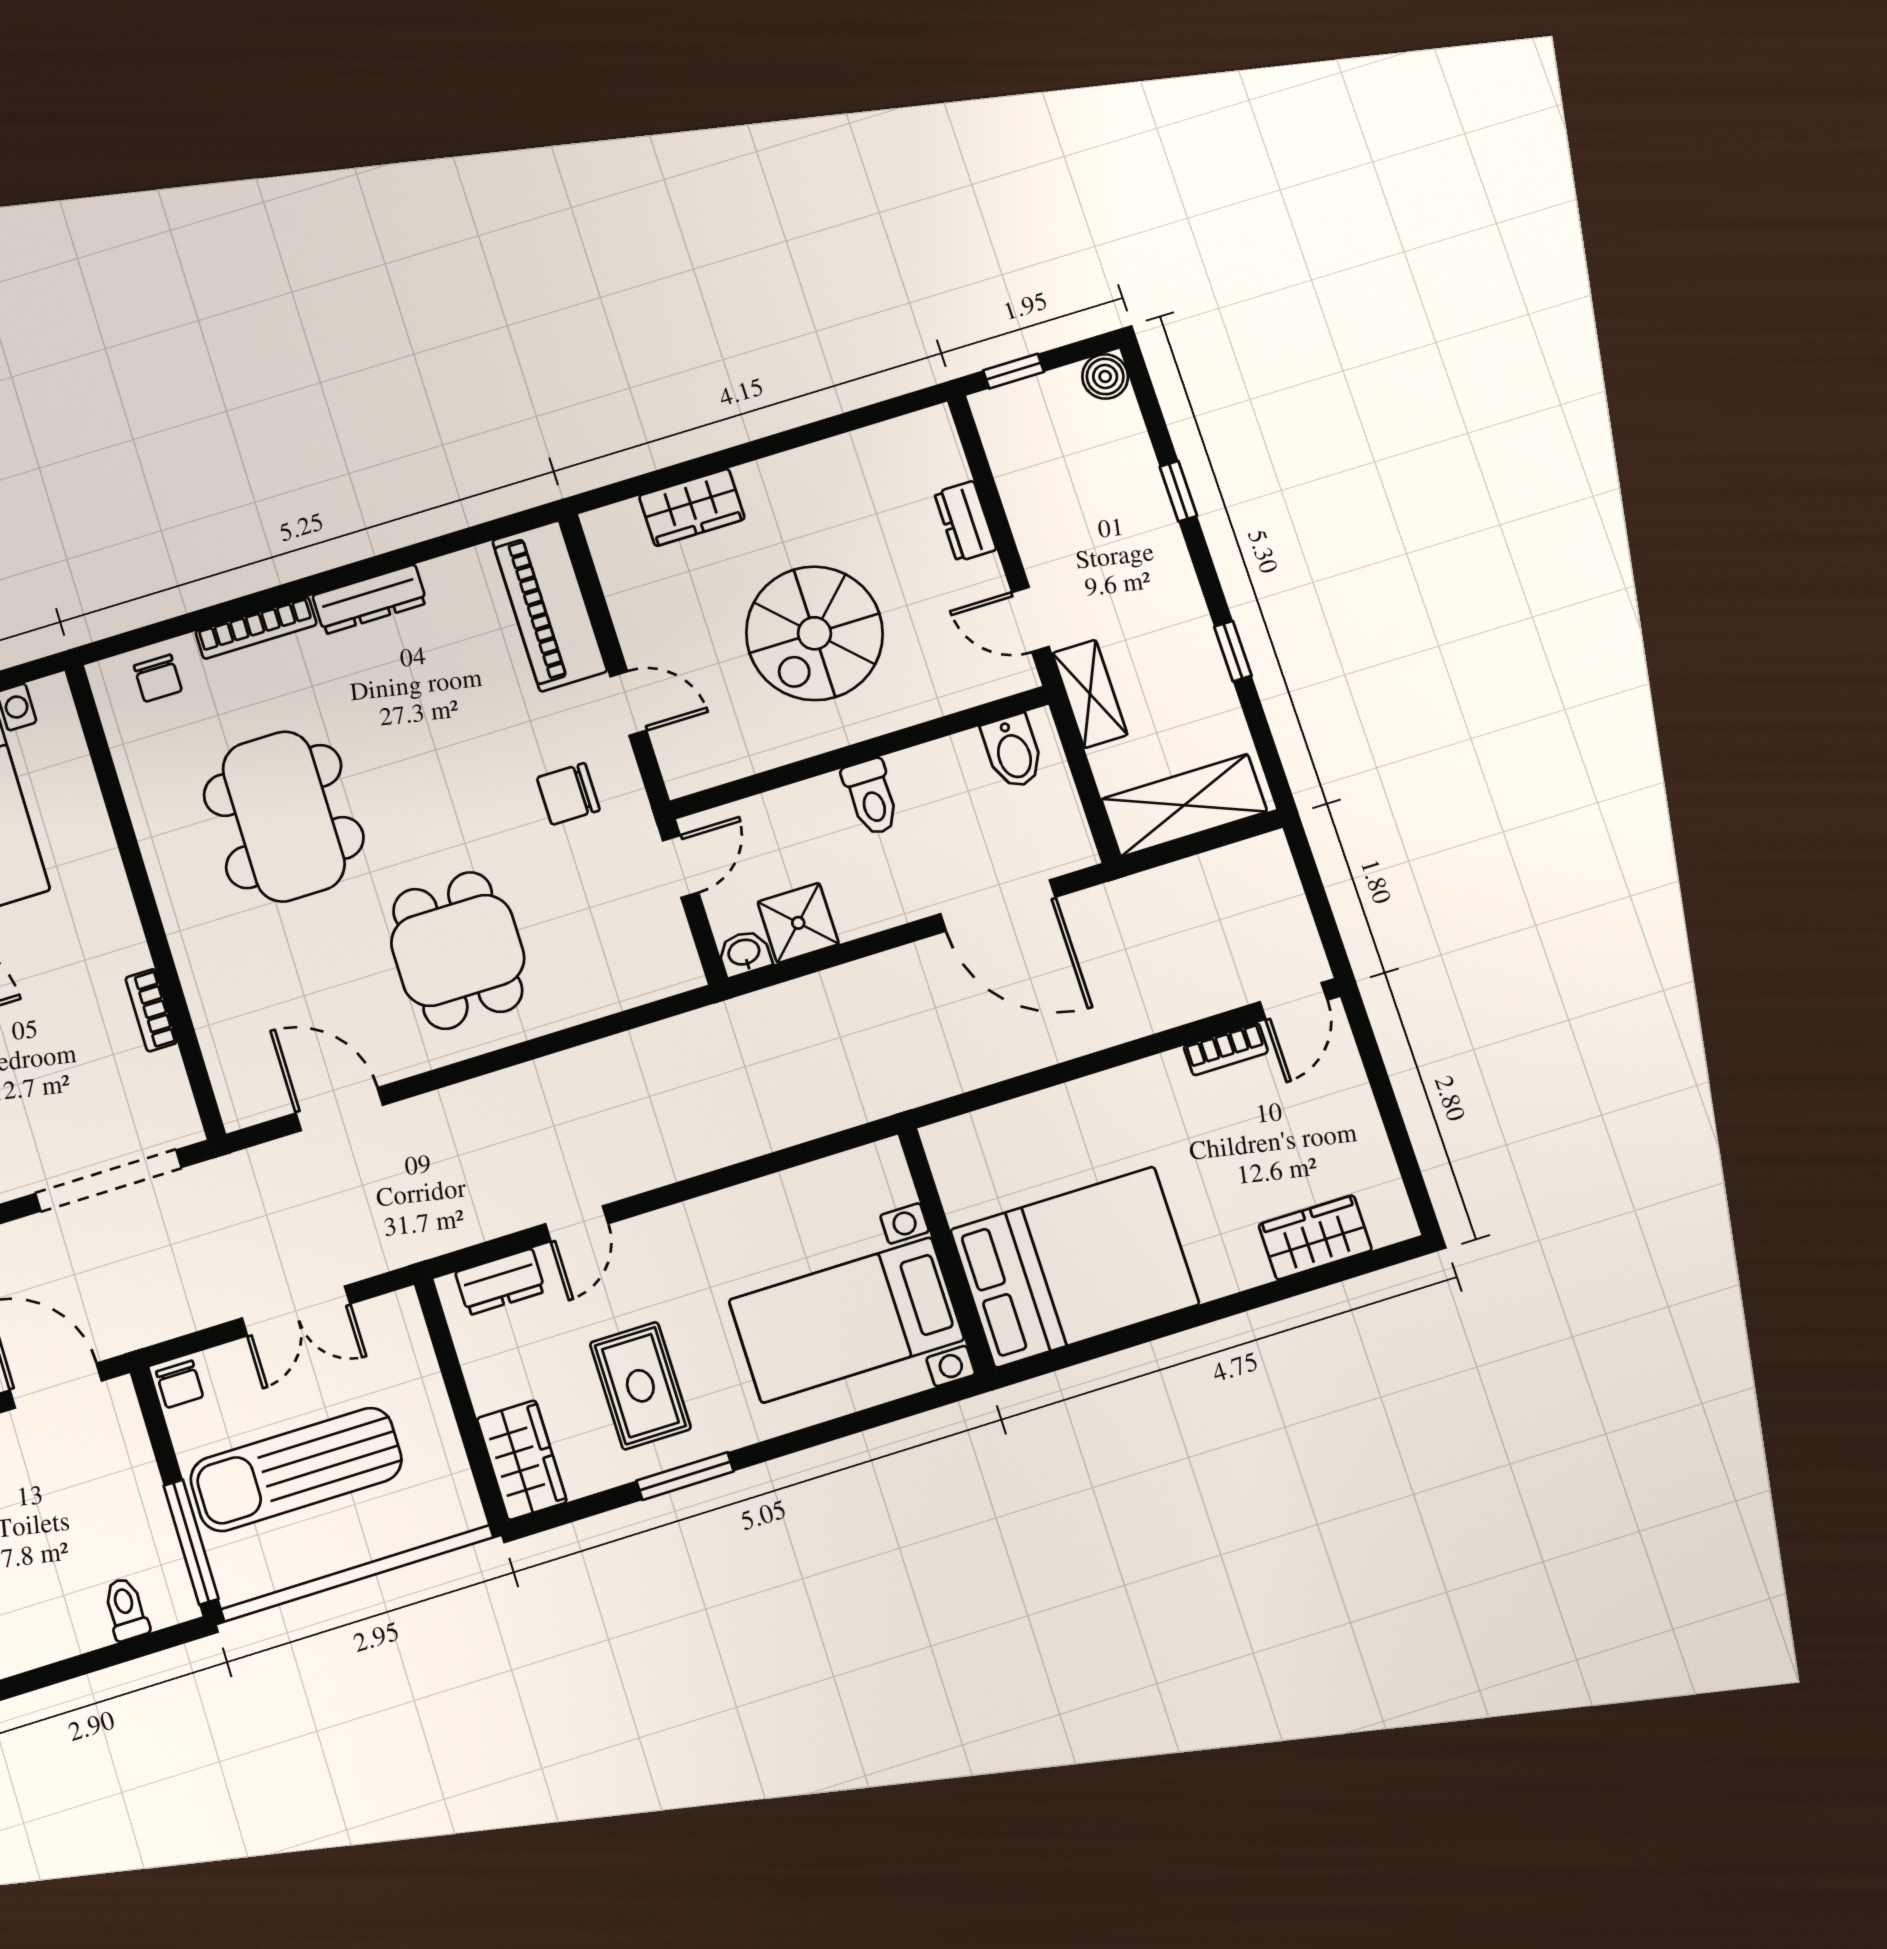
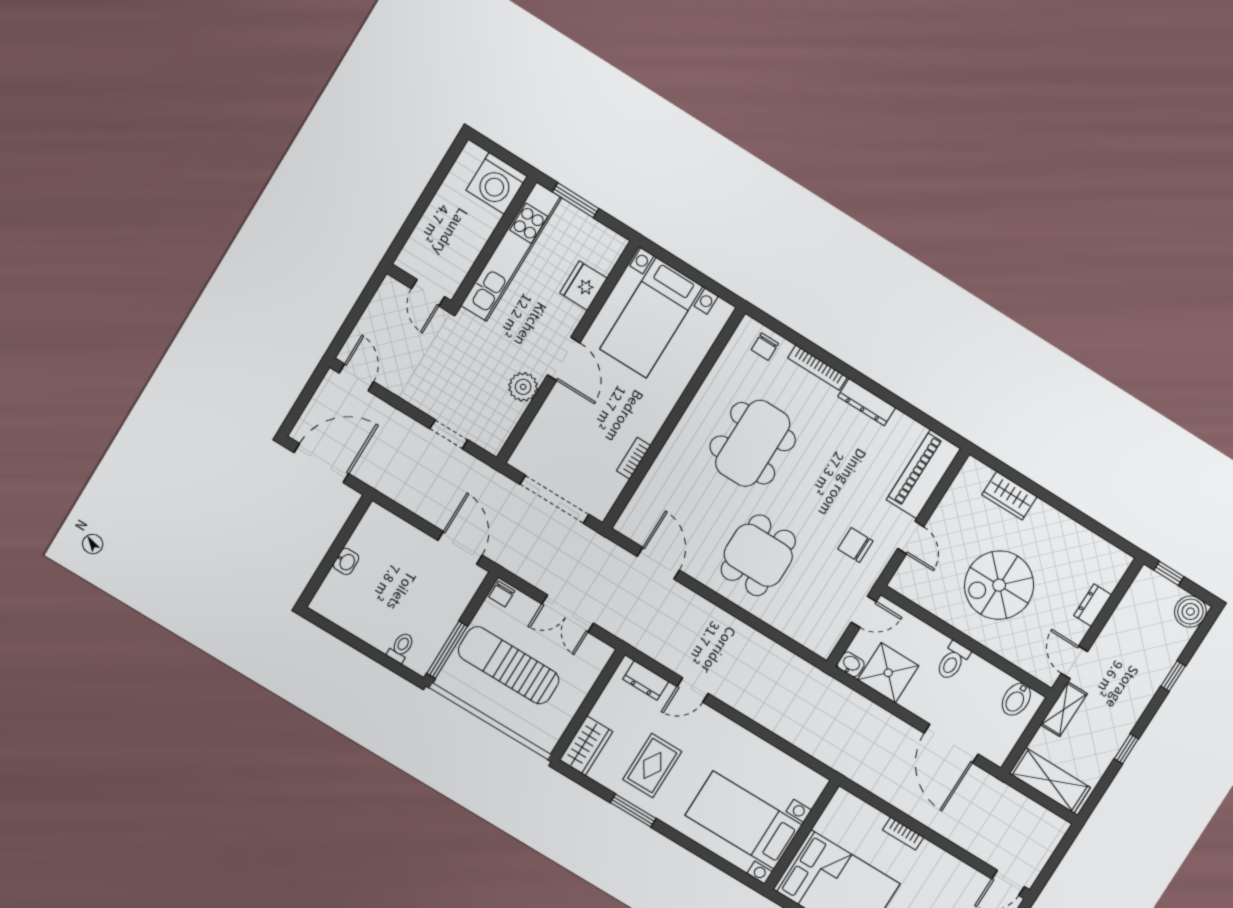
boiler: (1105, 376) -> (1190, 612), width x1.36, depth x1.36
shower: (798, 923) -> (888, 673), width x1.36, depth x1.36
bookcase: (1226, 1049) -> (903, 834), moved

